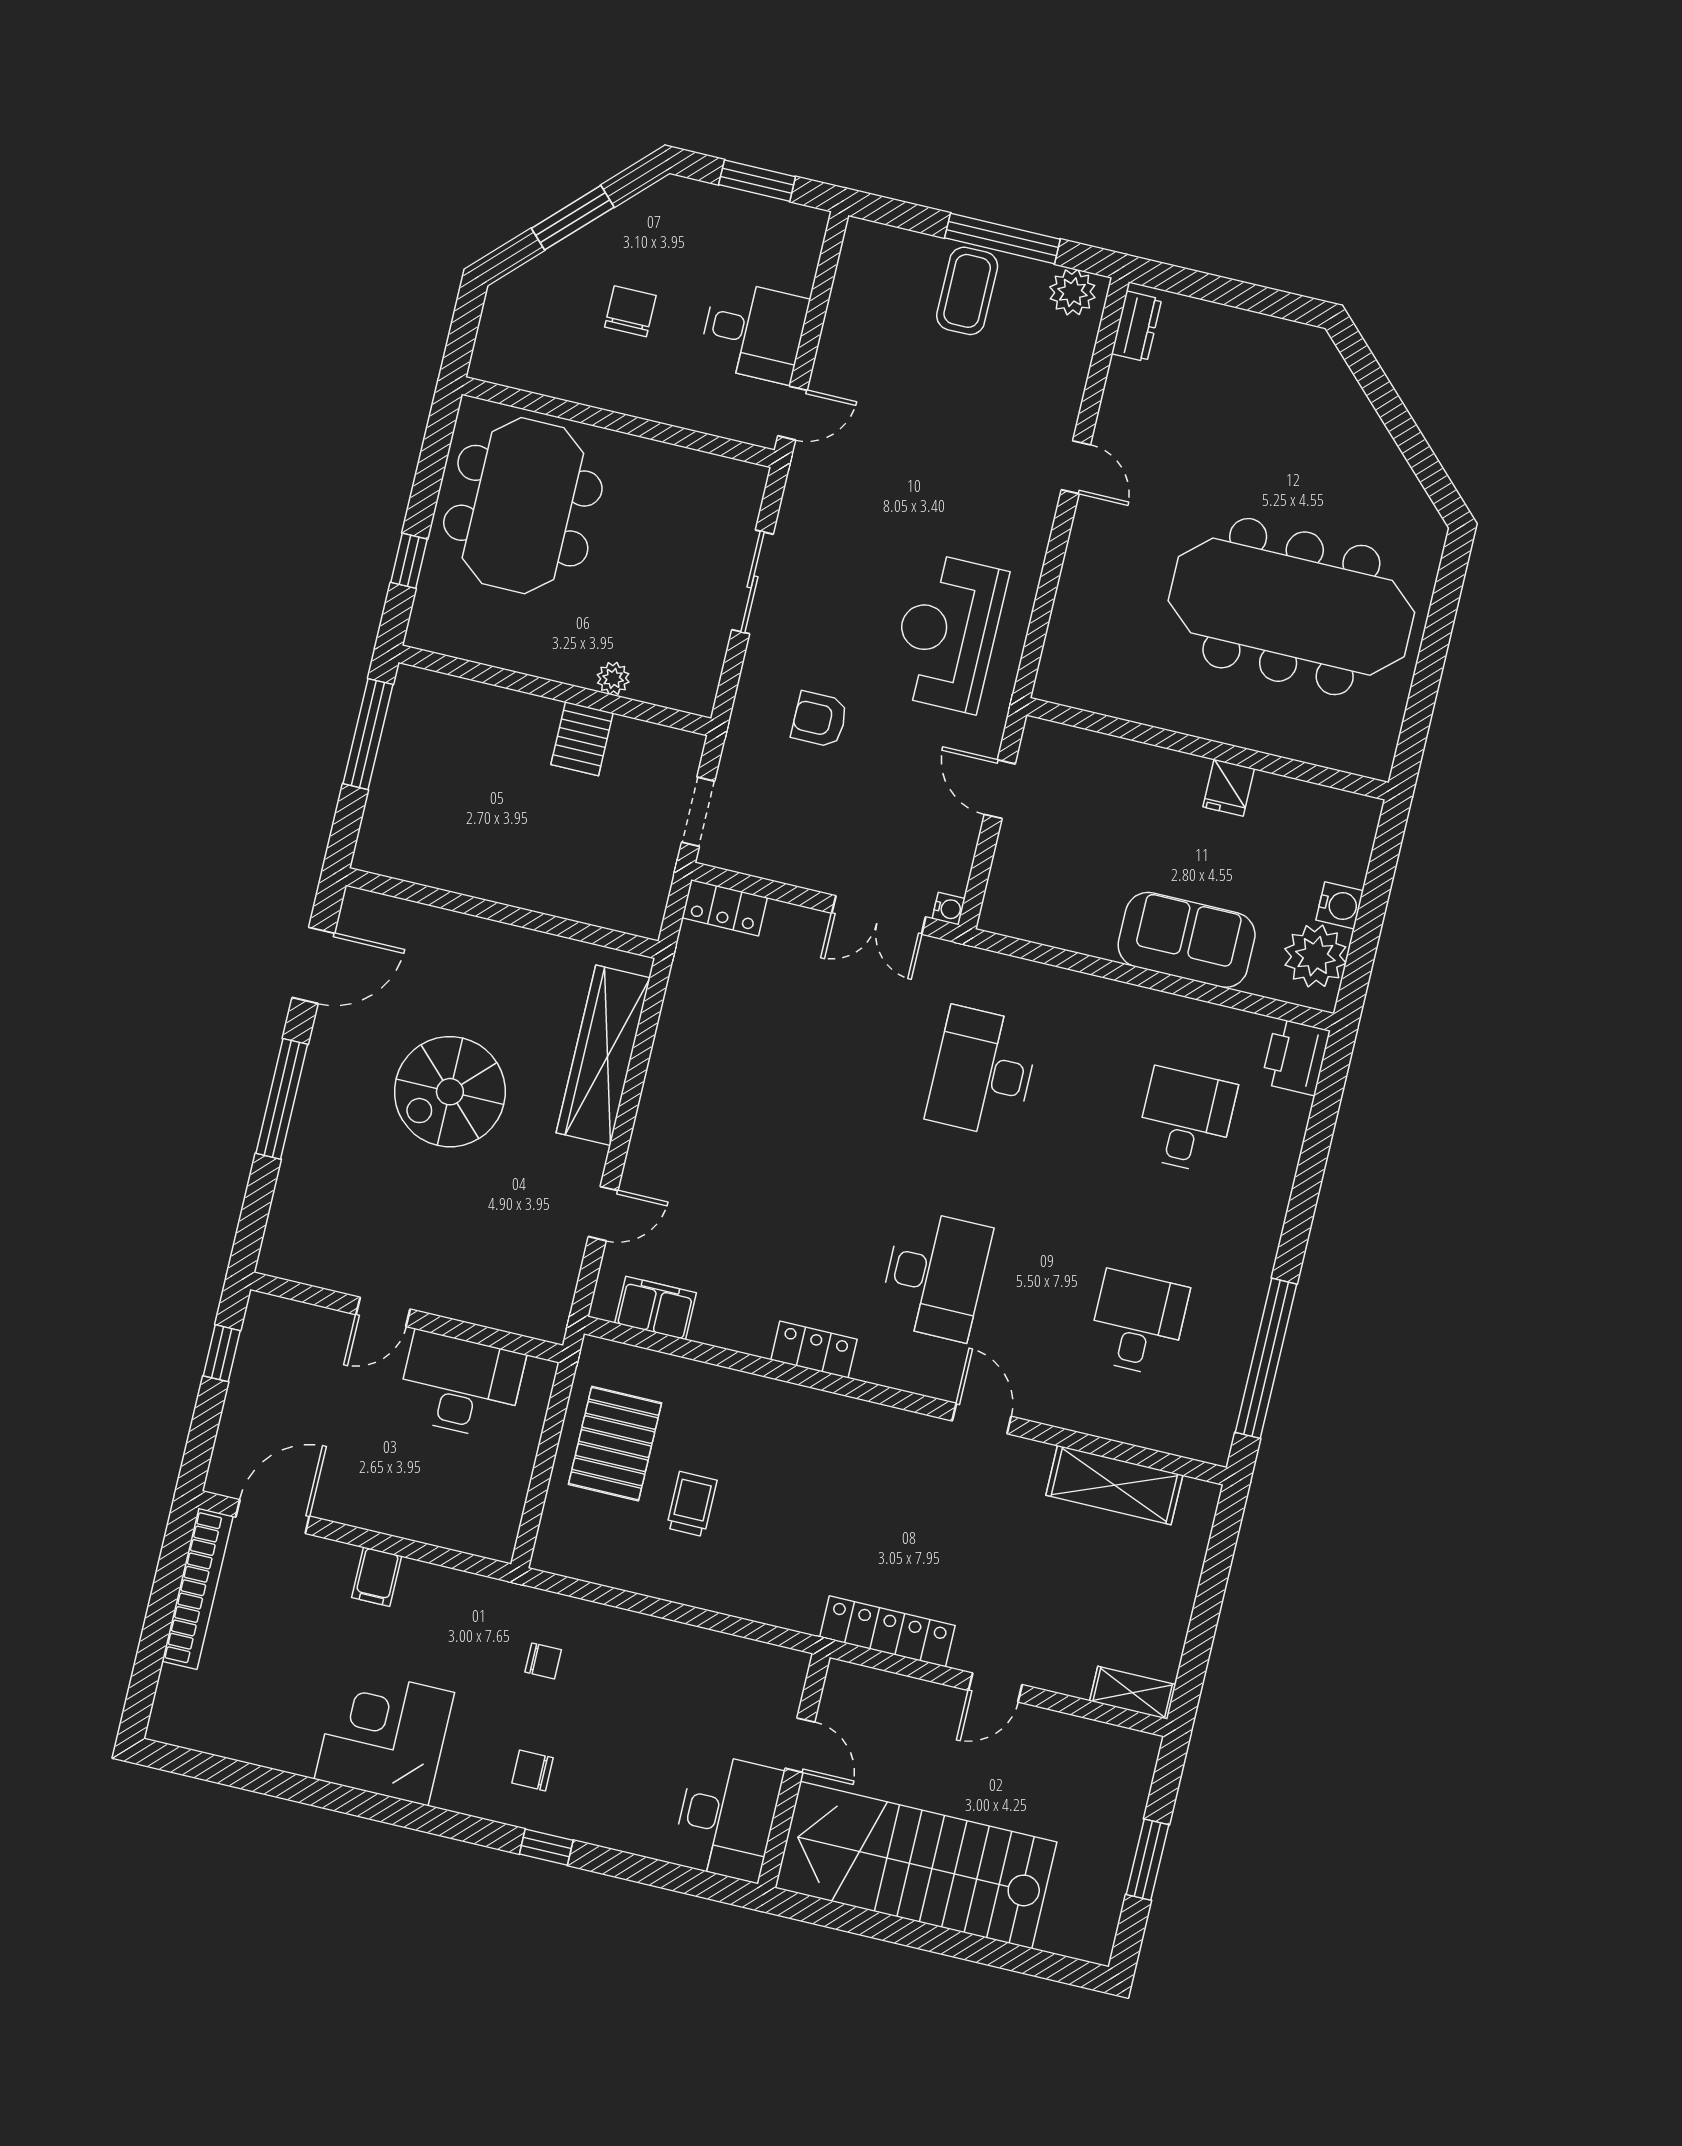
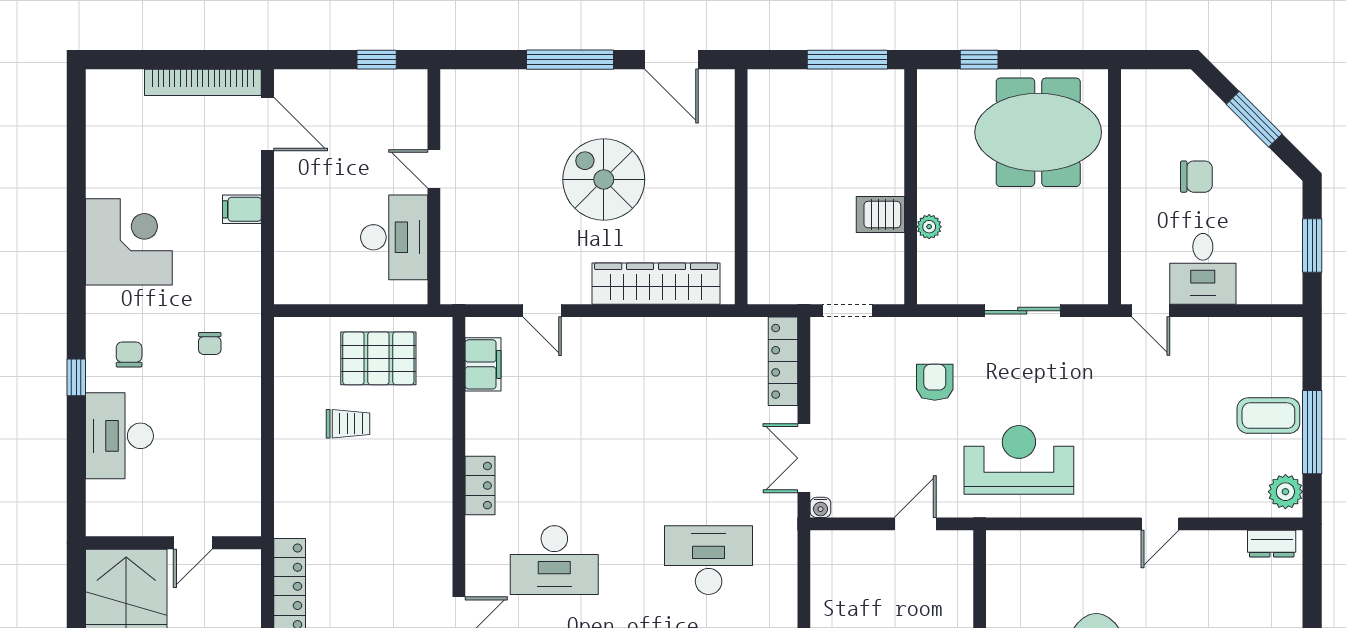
locker: (725, 908) -> (783, 361), width x1.53
desk: (727, 1817) -> (119, 436), moved, turned 90

